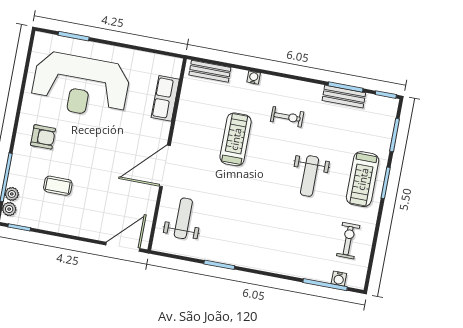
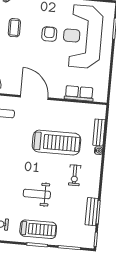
bench: (210, 71) -> (99, 132), moved
armchair: (43, 137) -> (49, 34), moved, turned 180
treadmill: (236, 139) -> (56, 143), width x1.37, depth x1.38
treadmill: (363, 179) -> (38, 229), turned 180

